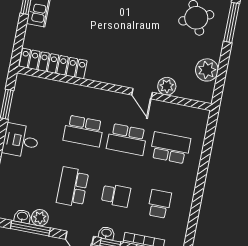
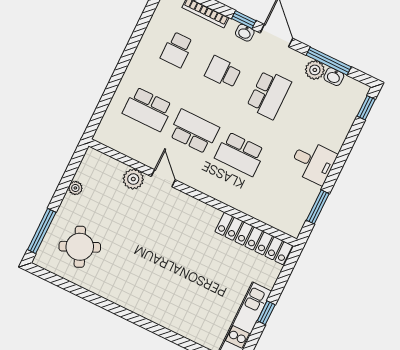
plant: (207, 70) -> (75, 188), width x0.53, depth x0.53
school desk: (83, 131) -> (240, 154), turned 180

